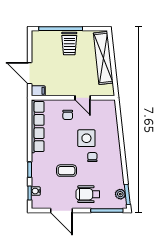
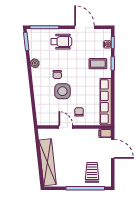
trolley: (69, 43) -> (92, 172), moved
coffee table: (67, 171) -> (98, 64), moved
plant: (120, 194) -> (35, 63), moved

